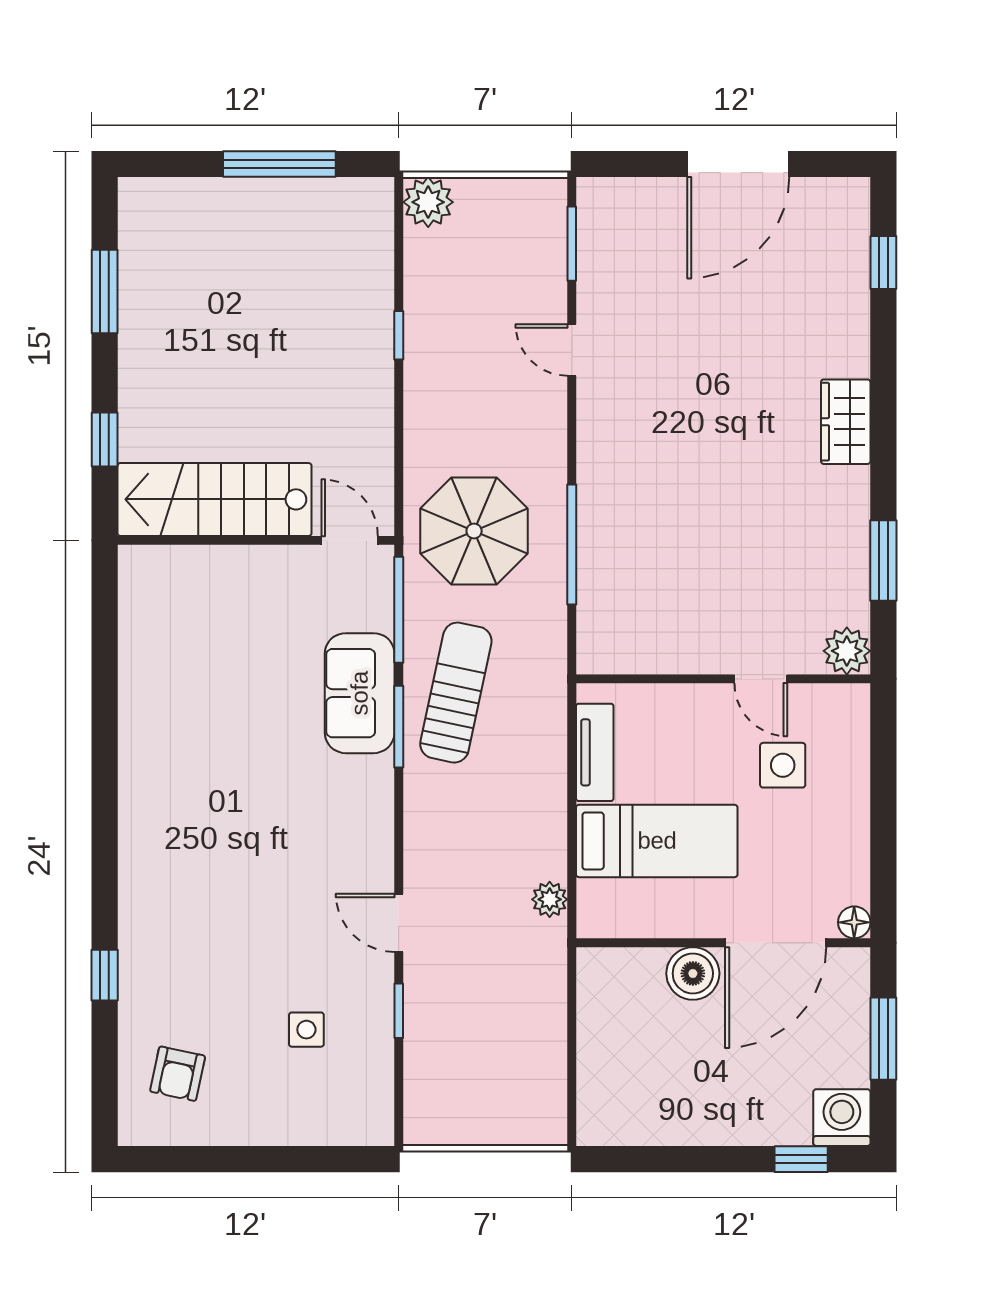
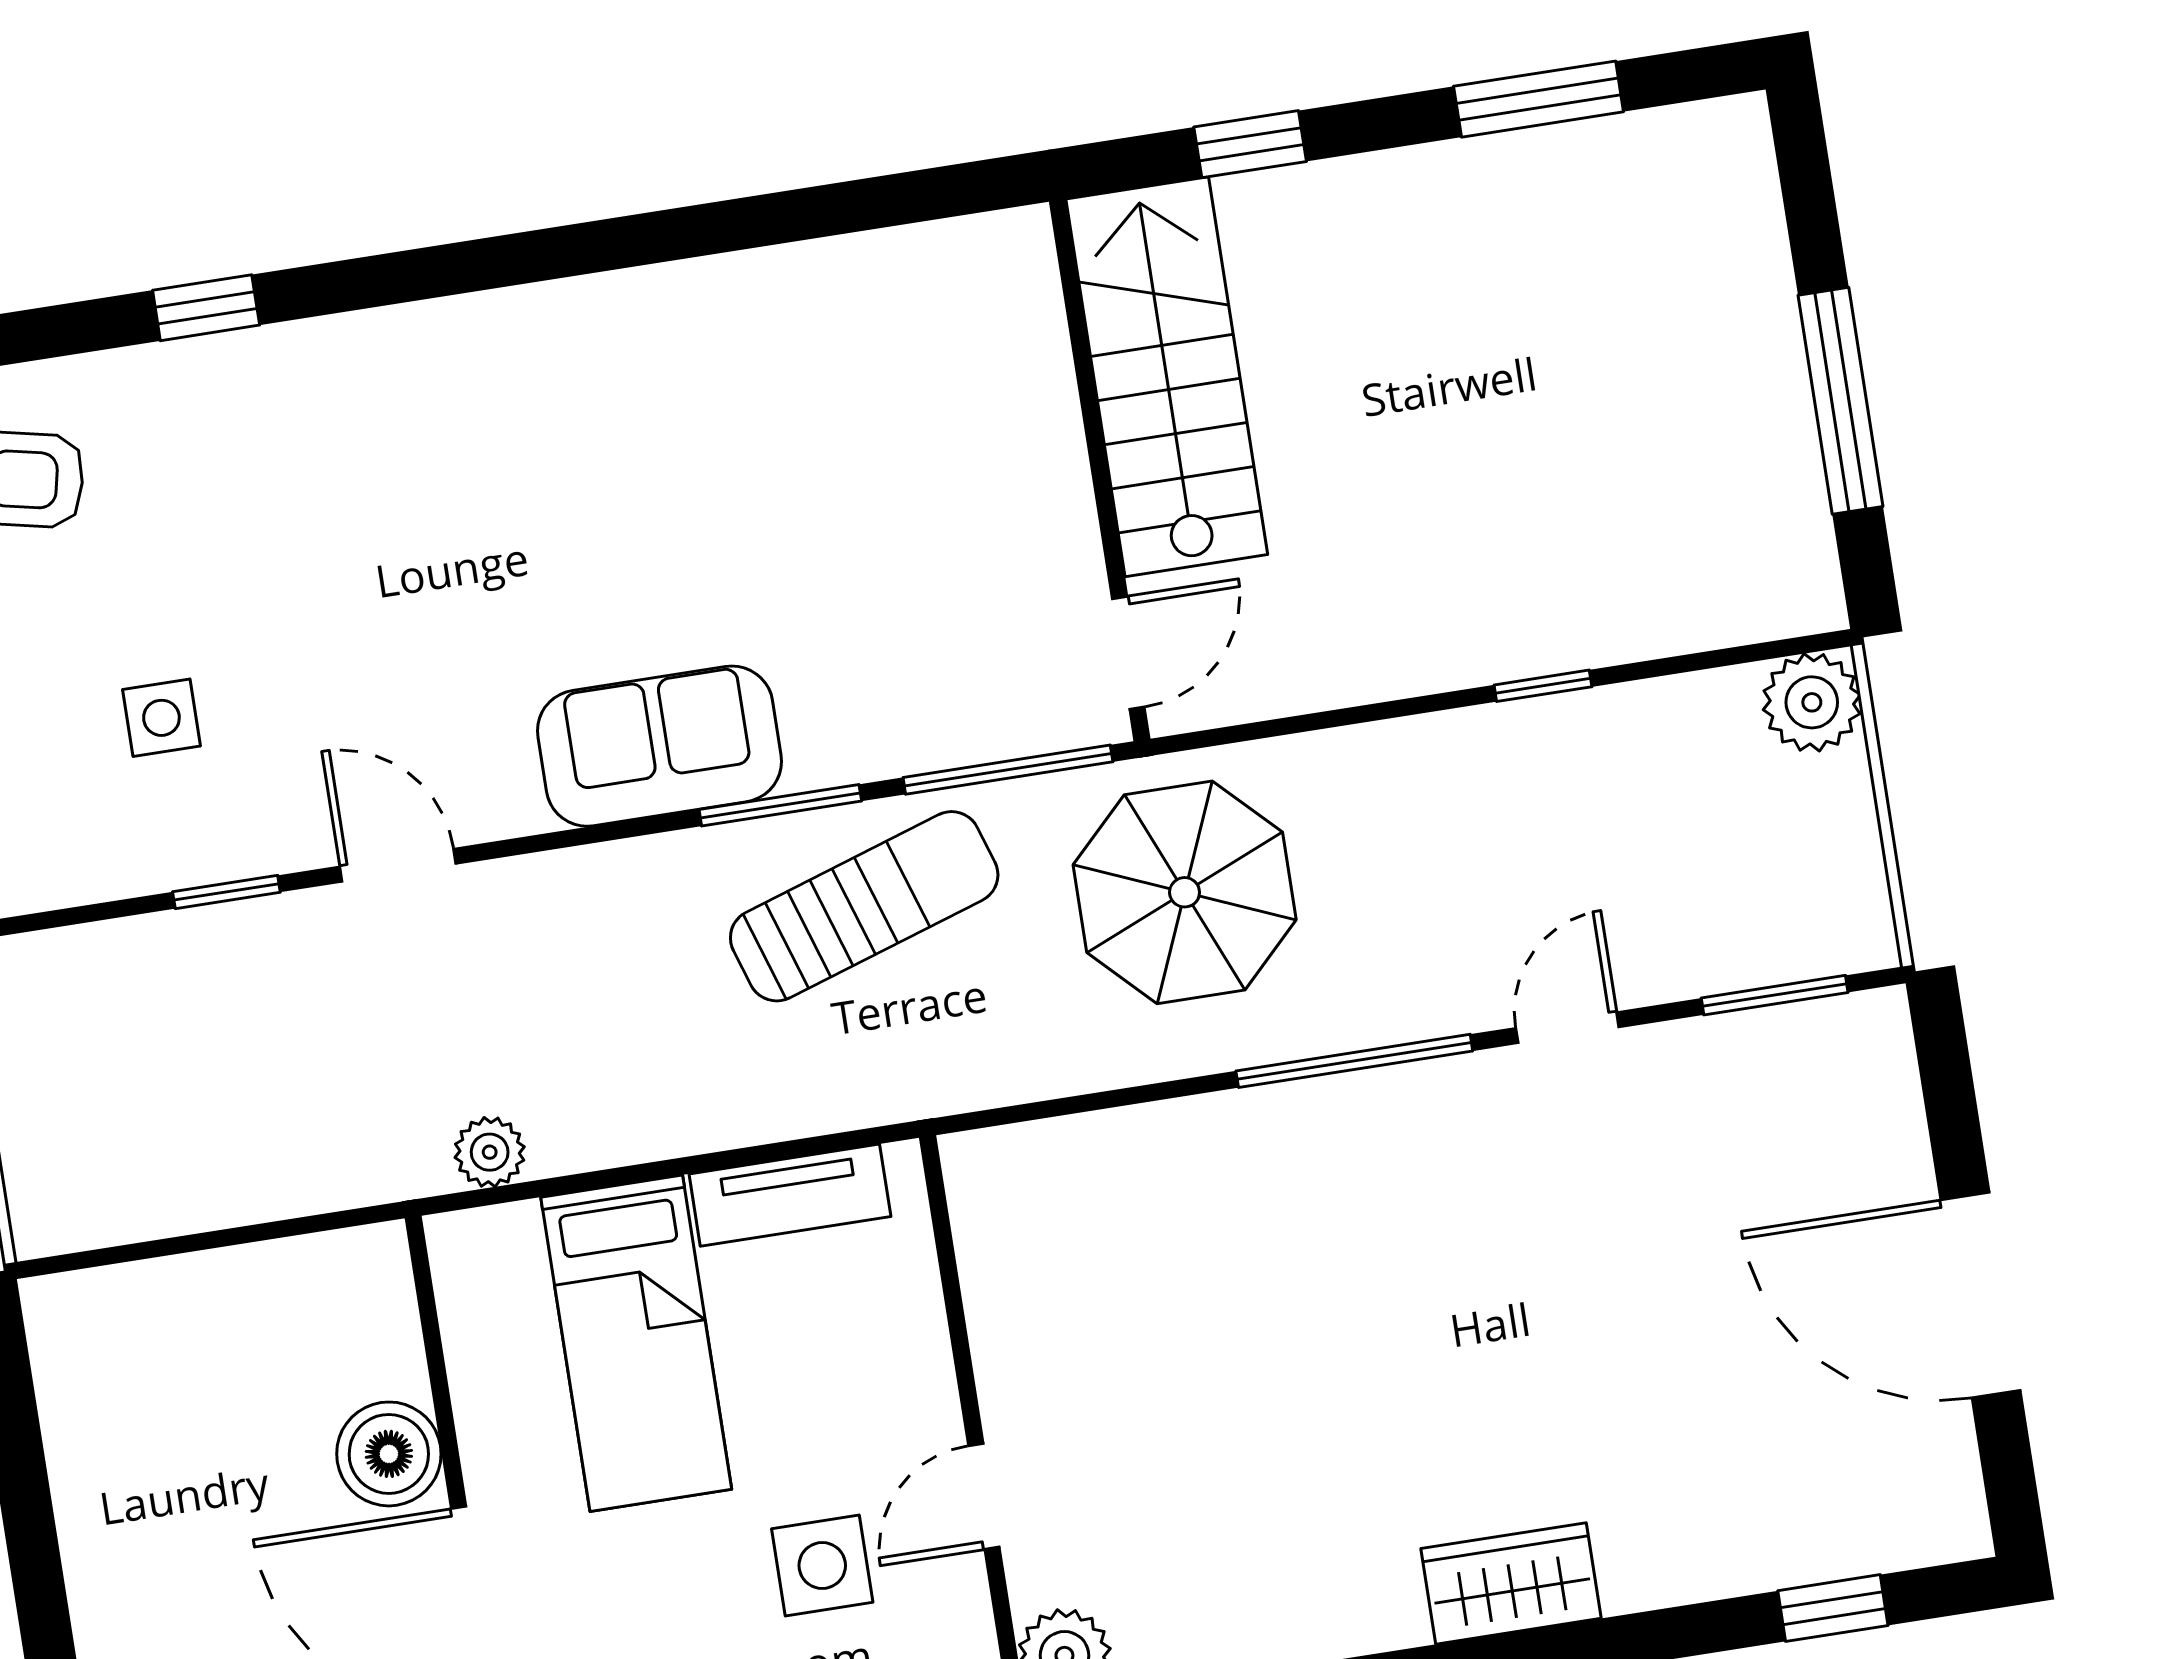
window: (572, 544) -> (1354, 1061), moved
sofa: (360, 693) -> (660, 746), moved
sun lounger: (456, 693) -> (864, 906), turned -30
door: (399, 923) -> (398, 865), hinge flipped

